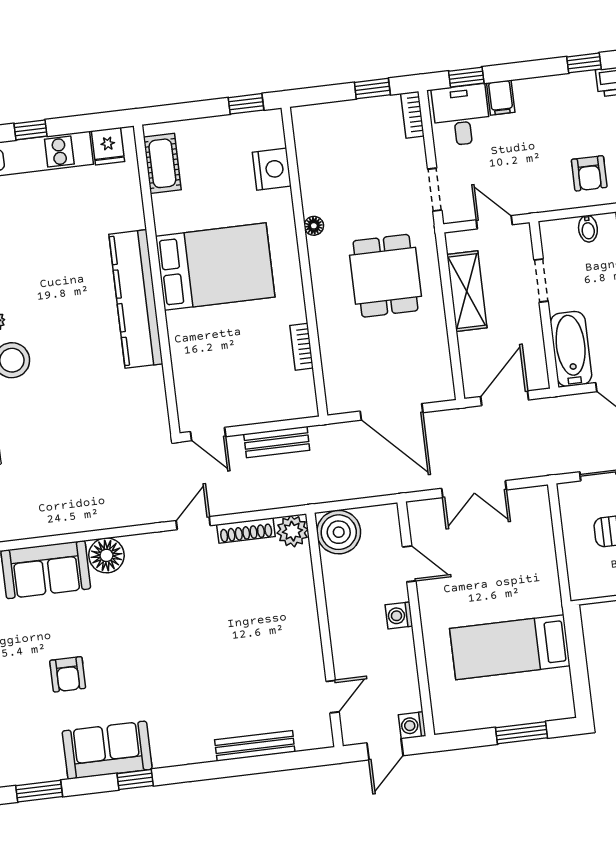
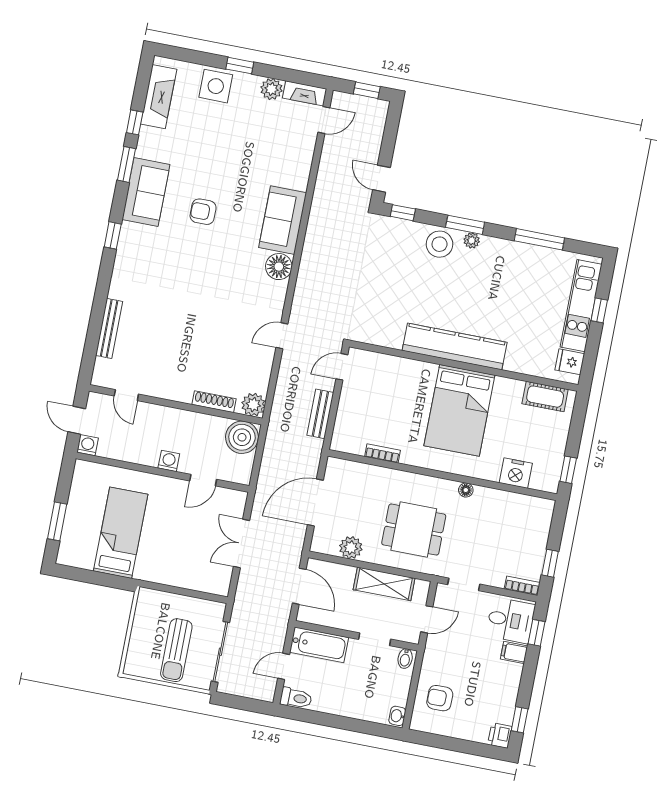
bidet: (588, 229) -> (405, 659), moved, turned -90
plant: (434, 348) -> (351, 548), added
door: (193, 523) -> (282, 336), swing flipped
shoe rack: (246, 530) -> (214, 402), moved, turned 90
sofa: (107, 750) -> (146, 192), moved

